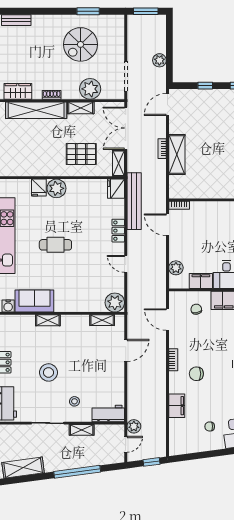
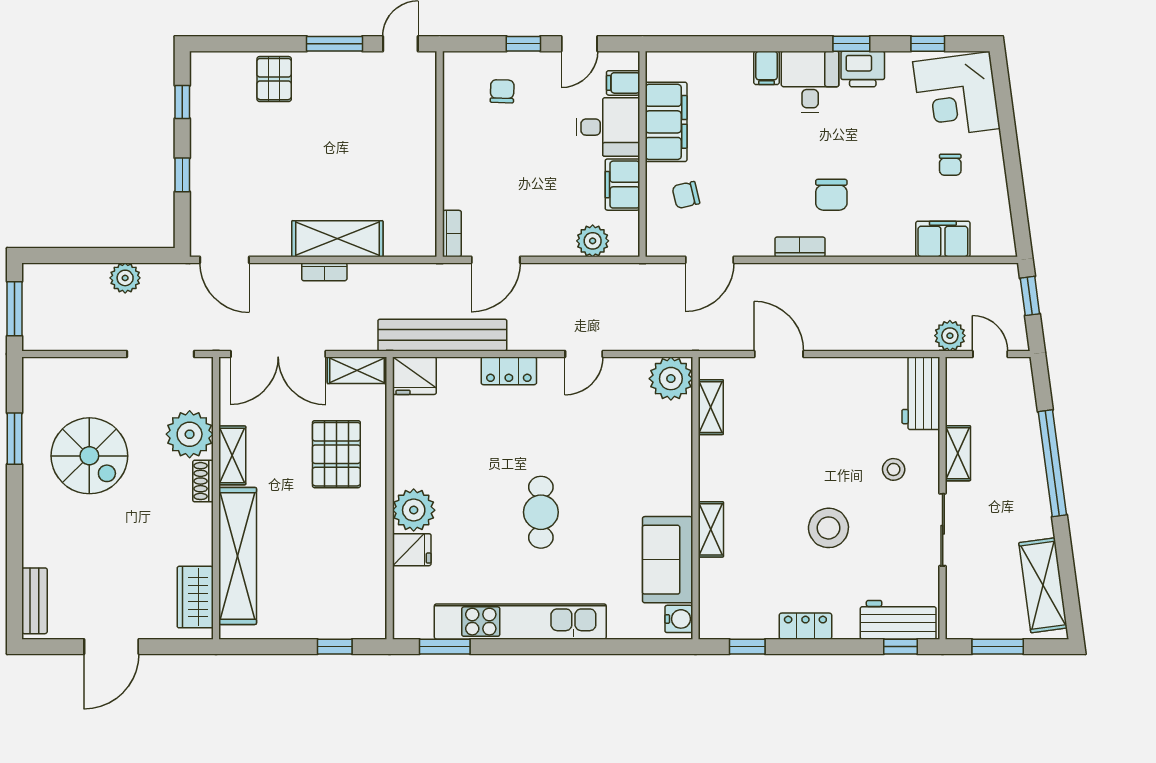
shoe rack: (52, 95) -> (203, 481), moved
filing cabinet: (177, 406) -> (943, 239), moved

